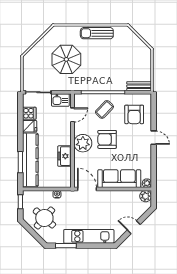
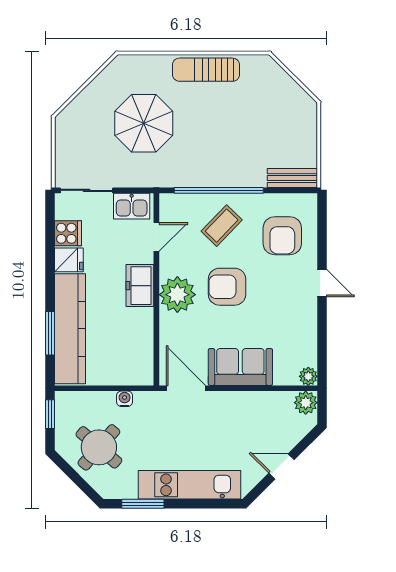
freezer: (64, 156) -> (140, 286), moved
sofa: (119, 179) -> (240, 367), width x0.73

